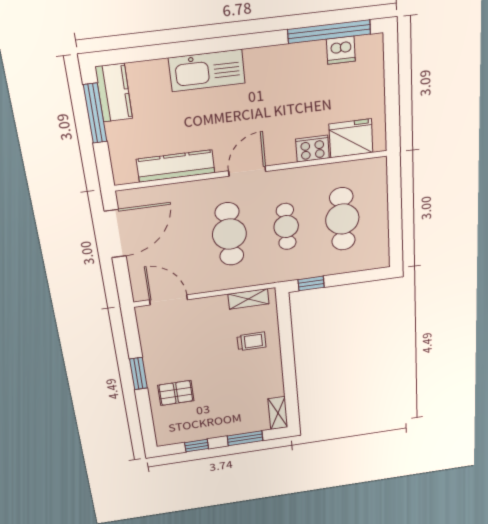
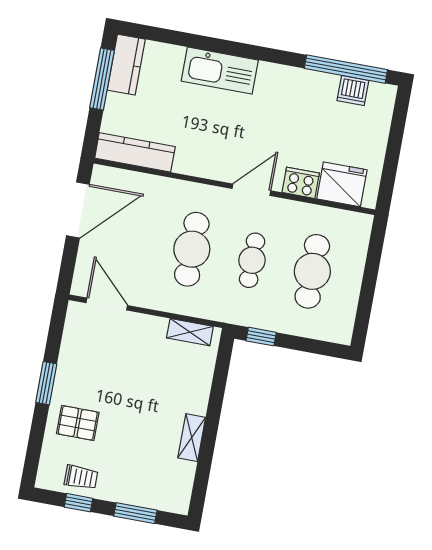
kitchen counter: (176, 166) -> (135, 152), moved
door: (247, 171) -> (251, 190), moved
trolley: (251, 341) -> (81, 477), moved
shelving: (278, 413) -> (192, 438), moved

